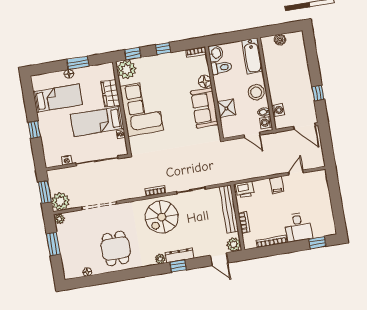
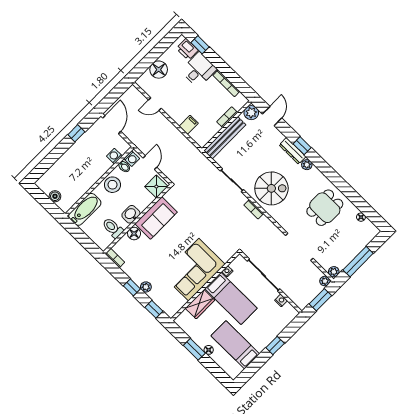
washbasin: (216, 53) -> (131, 214), moved
plant: (126, 69) -> (146, 287), moved, width x0.53, depth x0.53
shower: (226, 109) -> (156, 187), moved
filing cabinet: (277, 185) -> (189, 125), moved
printer: (245, 190) -> (187, 49), moved, turned 180
floor lamp: (321, 195) -> (159, 70), added
plant: (60, 201) -> (325, 281), width x0.53, depth x0.53
window: (53, 244) -> (358, 262), width x1.44

